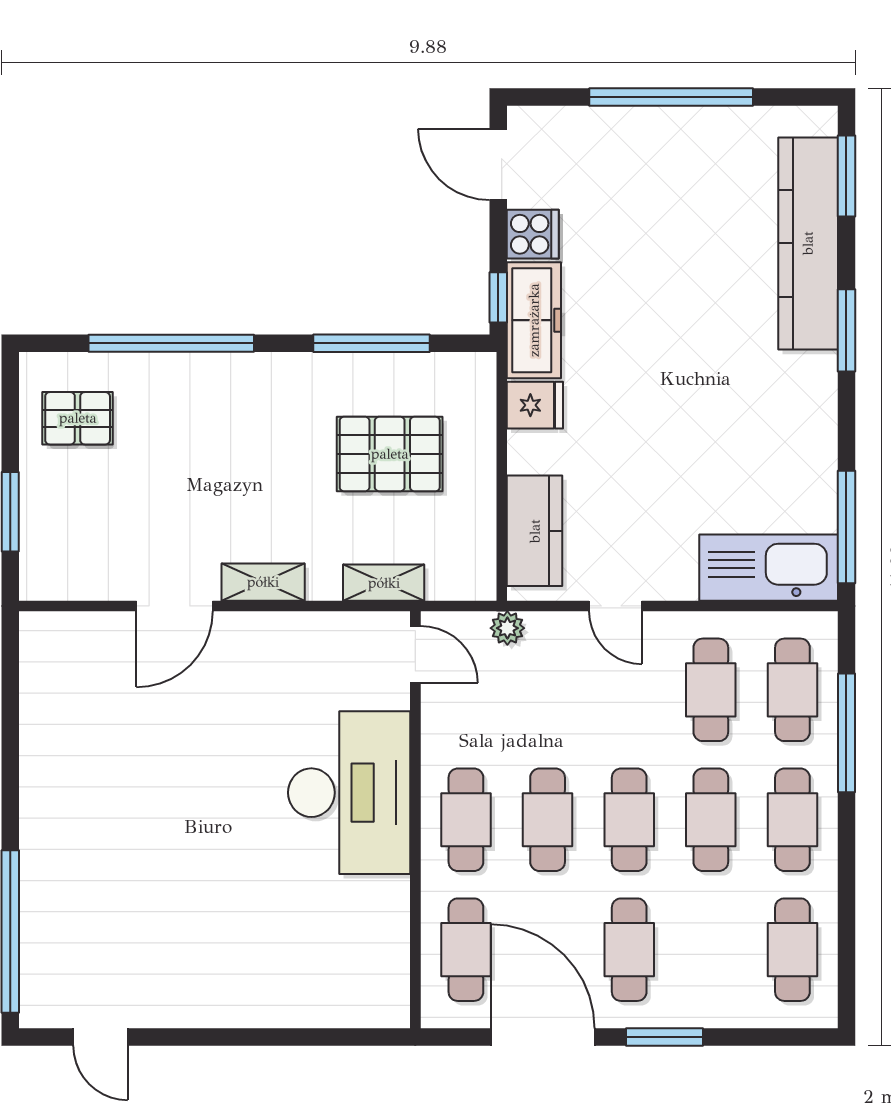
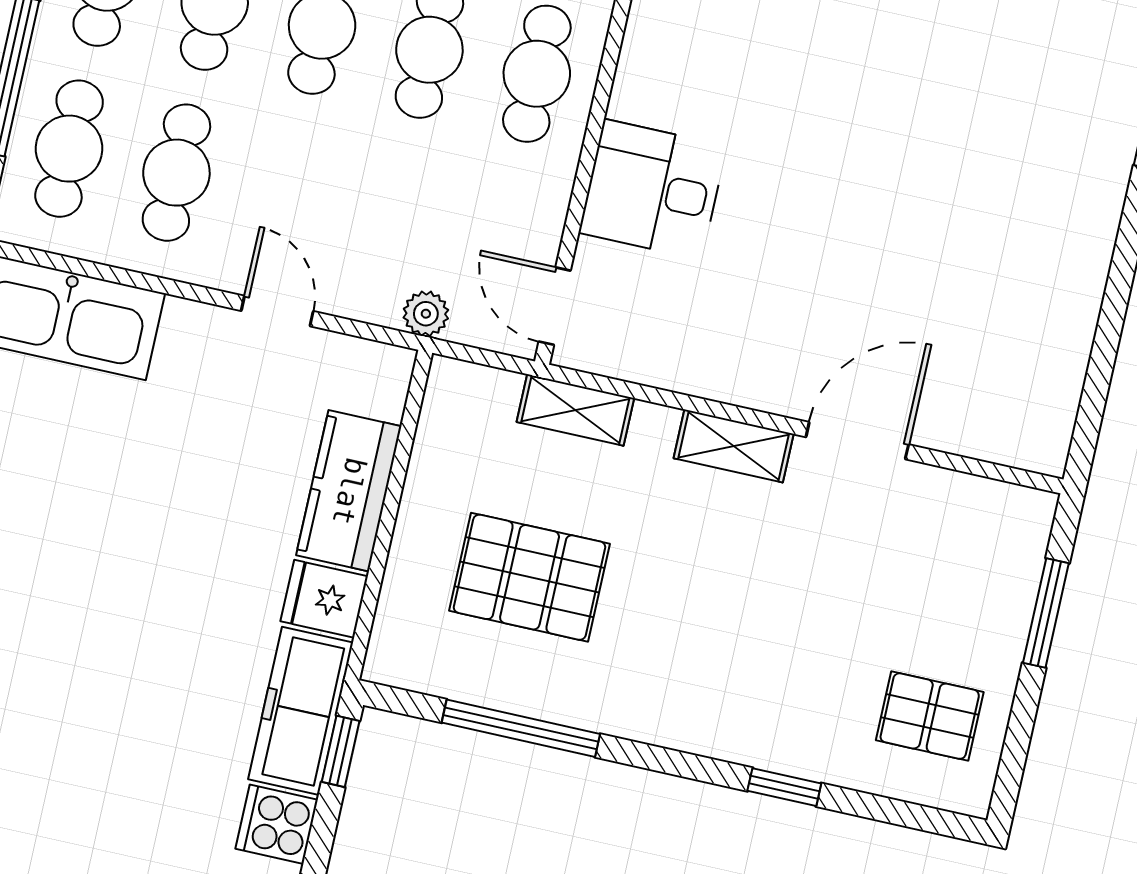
window: (171, 343) -> (784, 787), width x0.32
kitchen counter: (535, 531) -> (349, 491), moved
desk: (349, 793) -> (653, 189), width x0.53, depth x0.77

